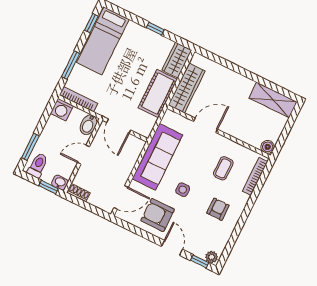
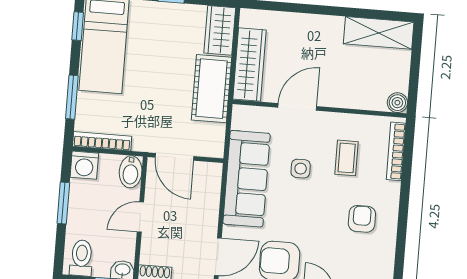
window: (30, 147) -> (63, 203), moved
side table: (183, 190) -> (301, 169), moved

